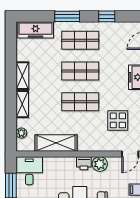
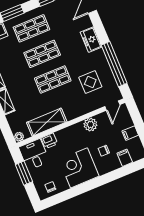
plant: (21, 133) -> (19, 137), moved
printer: (84, 163) -> (49, 141), moved

